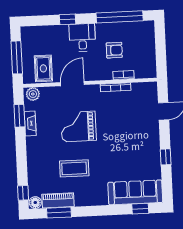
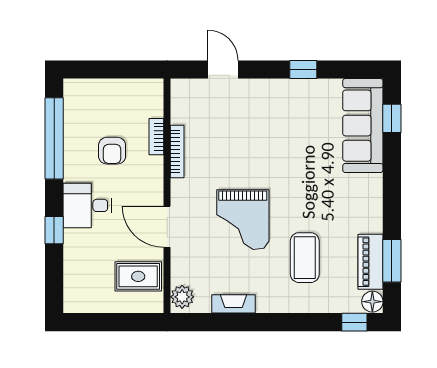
armchair: (114, 50) -> (112, 151), turned 180
window: (17, 57) -> (117, 322), removed
window: (19, 116) -> (219, 322), removed
coffee table: (74, 168) -> (305, 258), moved

